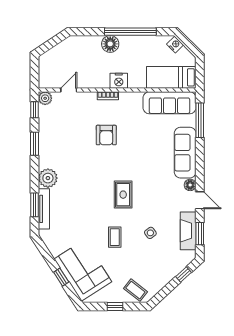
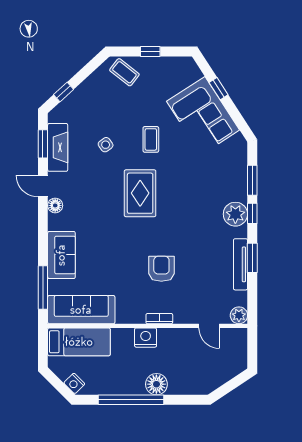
door: (69, 90) -> (209, 326), hinge flipped
window: (35, 110) -> (252, 213), moved
sofa: (185, 153) -> (61, 255), width x0.73
rug: (123, 195) -> (140, 193), width x1.36, depth x1.43
tv unit: (44, 209) -> (240, 264), moved
corner sofa: (83, 270) -> (203, 116), moved

